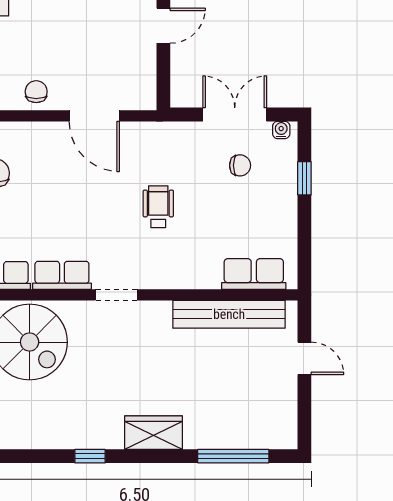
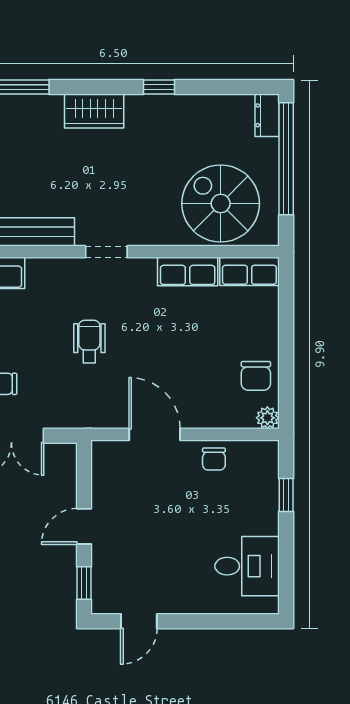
wheelchair: (158, 207) -> (89, 342), turned 180
doorway: (116, 295) -> (106, 252), moved

